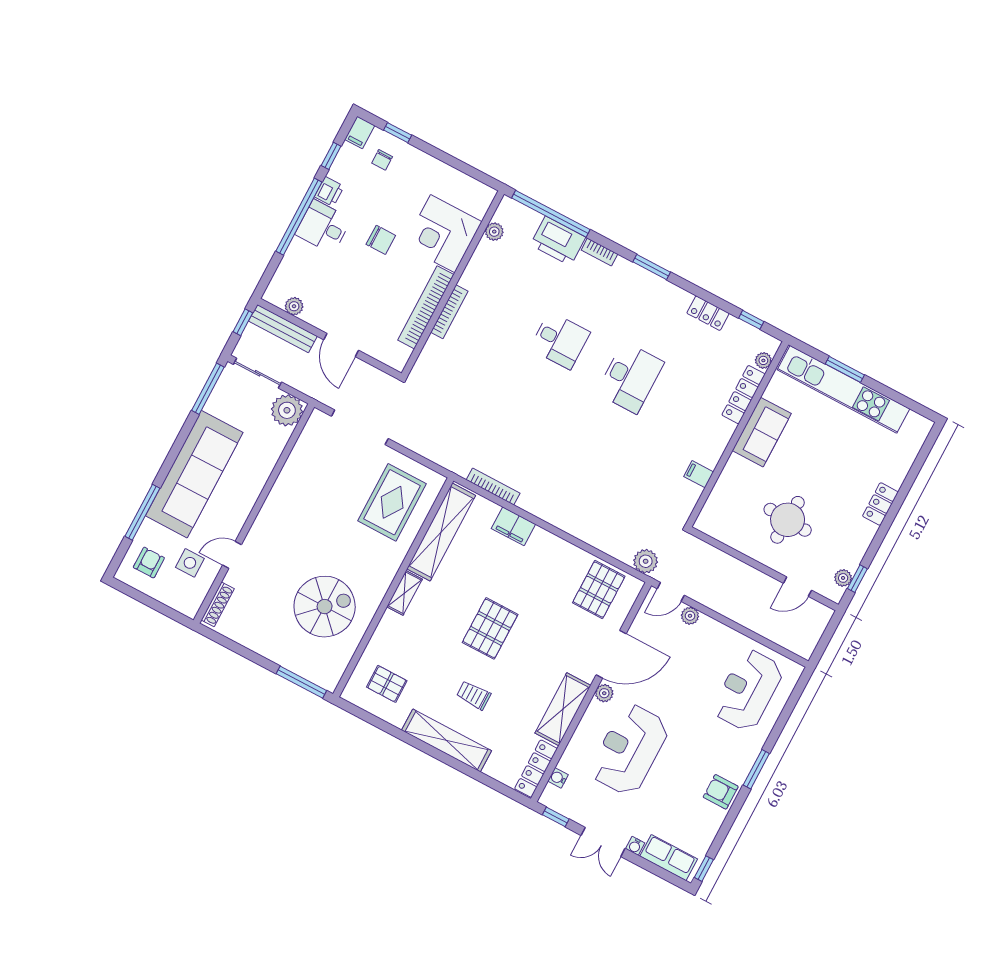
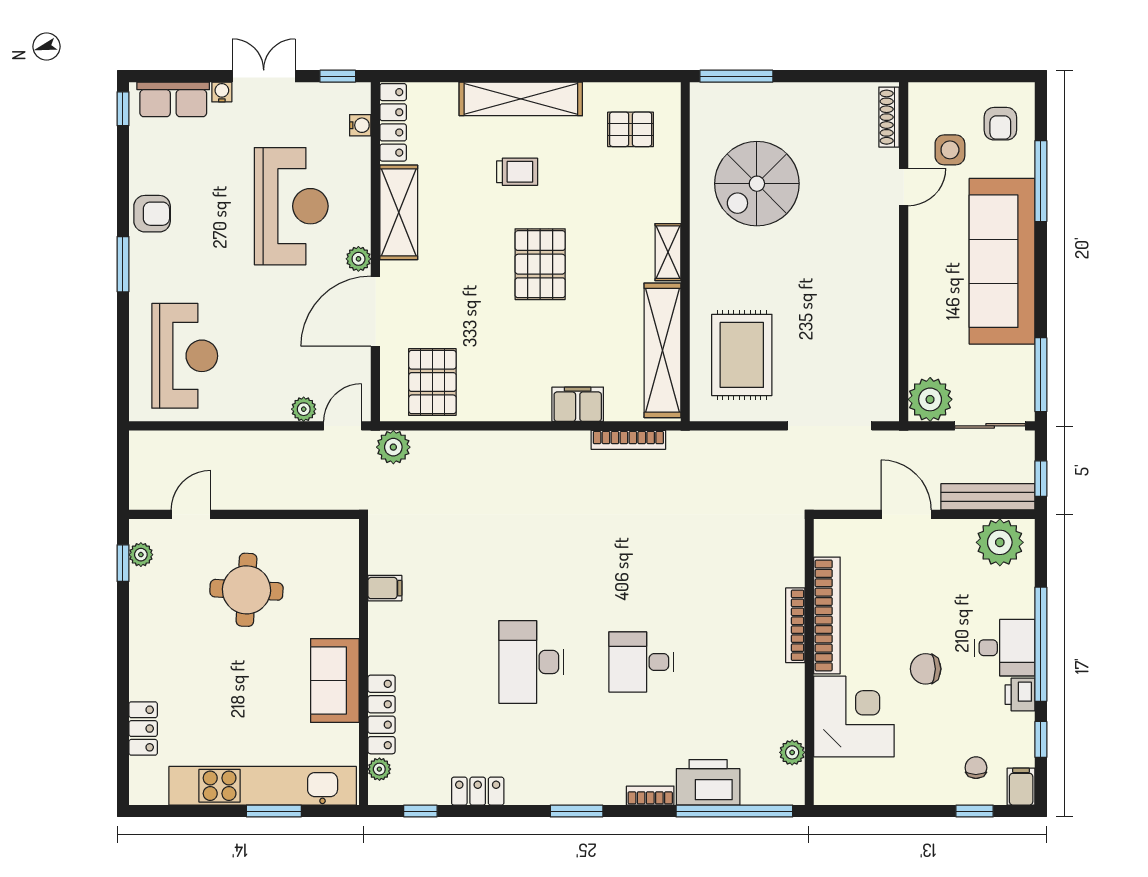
plant: (294, 306) -> (1000, 542), width x1.88, depth x1.88
locker: (880, 504) -> (143, 729), moved

